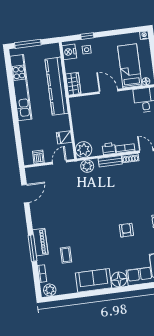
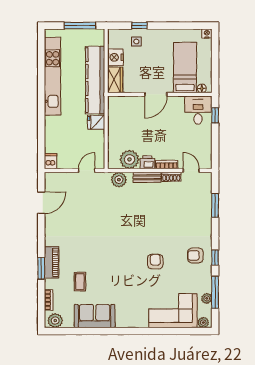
window: (28, 44) -> (80, 26), moved
nightstand: (69, 52) -> (115, 57), moved
door: (109, 91) -> (156, 94), swing flipped
fridge: (64, 137) -> (96, 122), moved
plant: (84, 150) -> (129, 159), moved
dishwasher: (38, 157) -> (51, 161), moved
window: (32, 248) -> (41, 268), width x0.69
floor lamp: (119, 279) -> (139, 319), removed
sofa: (94, 280) -> (95, 316), moved

